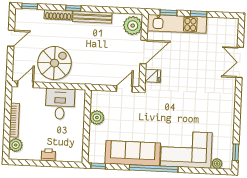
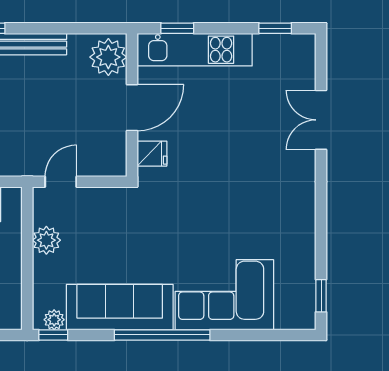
window: (198, 14) -> (275, 28), moved
door: (124, 89) -> (61, 182), moved
plant: (217, 164) -> (54, 320), moved

